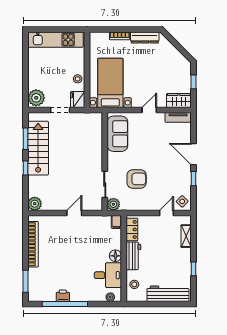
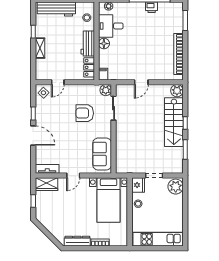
stairs: (38, 148) -> (174, 122), moved
shelving: (186, 236) -> (40, 48), moved

